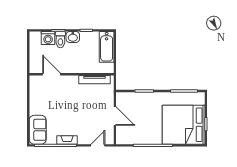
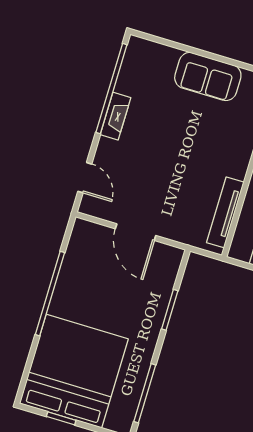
door: (115, 116) -> (136, 232), hinge flipped
sofa: (38, 130) -> (208, 76), moved

